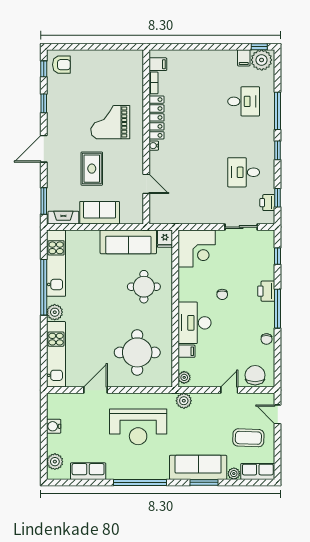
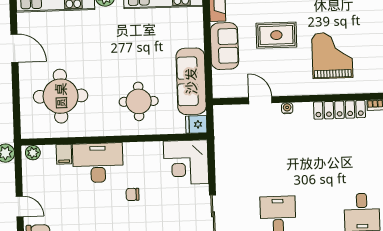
water cooler: (154, 146) -> (287, 108), moved
door: (146, 184) -> (260, 100), swing flipped

